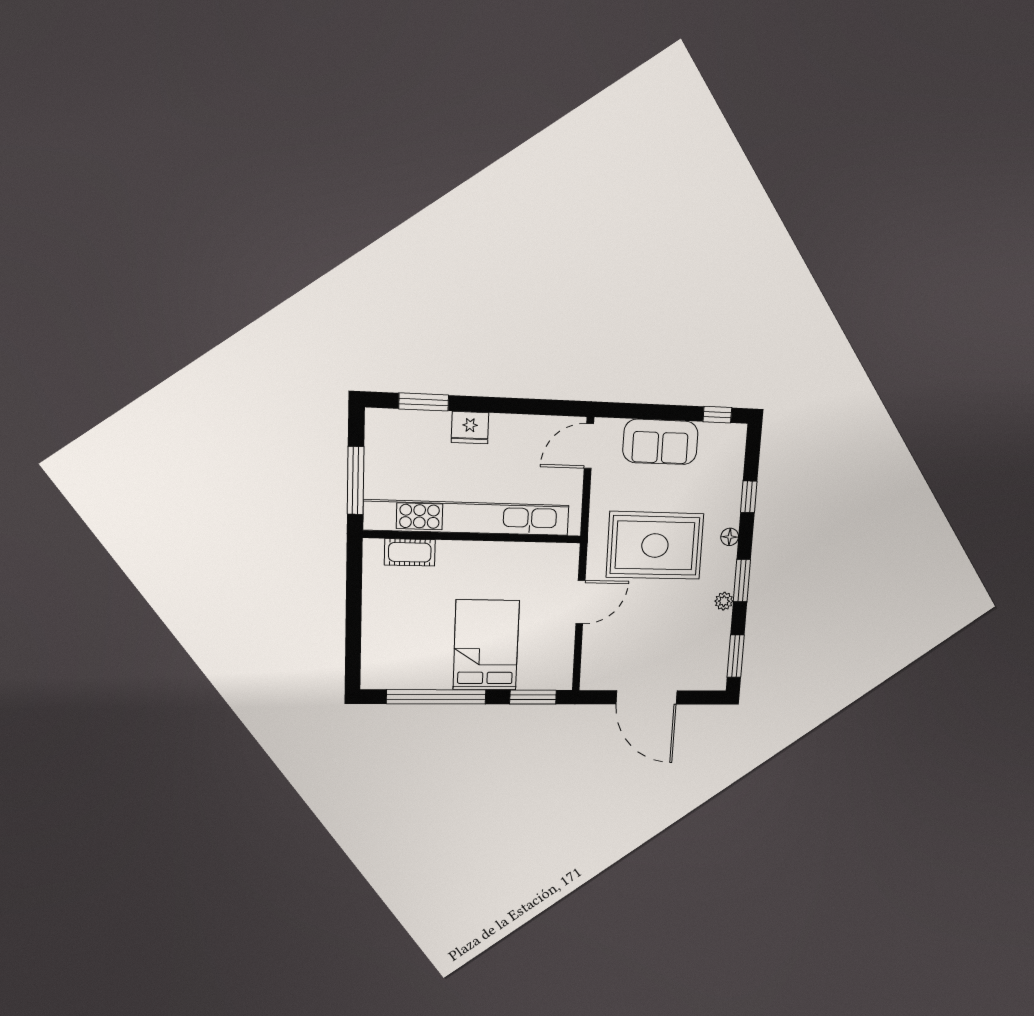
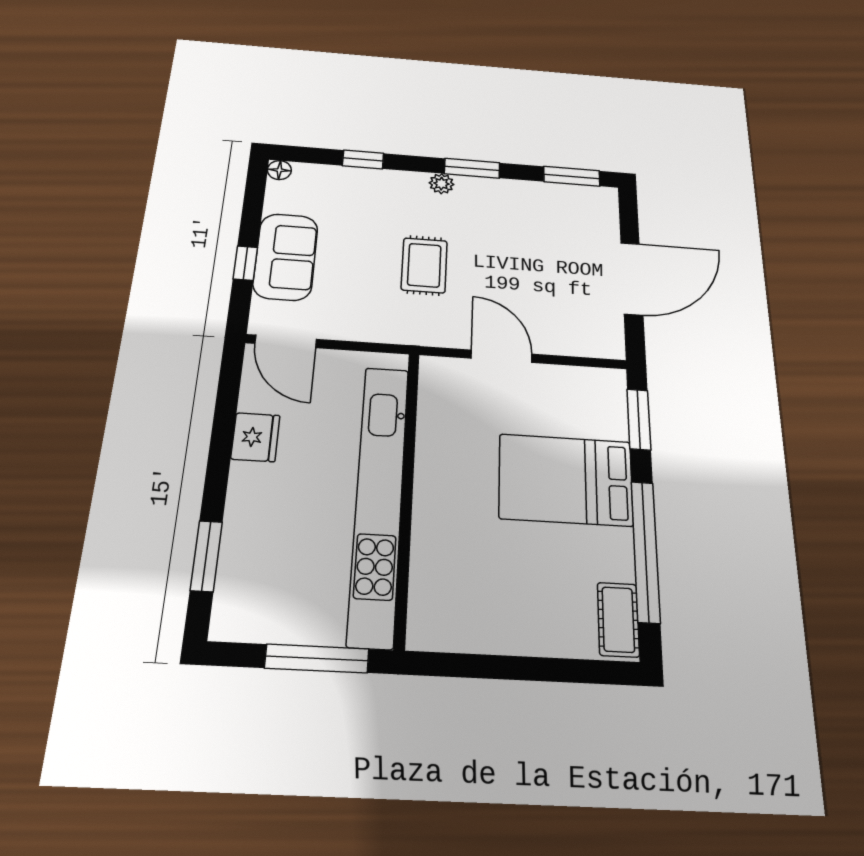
window: (717, 415) -> (245, 263), moved
fridge: (470, 428) -> (255, 437), moved
floor lamp: (730, 537) -> (279, 170), moved
rug: (655, 546) -> (424, 265), width x0.54, depth x0.49
cot: (410, 552) -> (618, 620), moved
plant: (724, 601) -> (441, 184), moved

